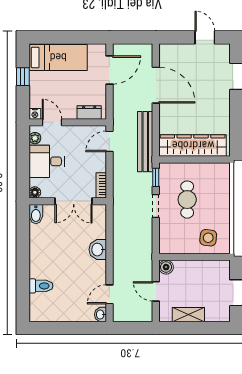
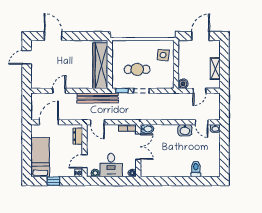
door: (109, 70) -> (49, 122), hinge flipped
door: (156, 85) -> (59, 91), width x0.53
bidet: (36, 214) -> (147, 129), moved
washbasin: (98, 250) -> (185, 130), moved

